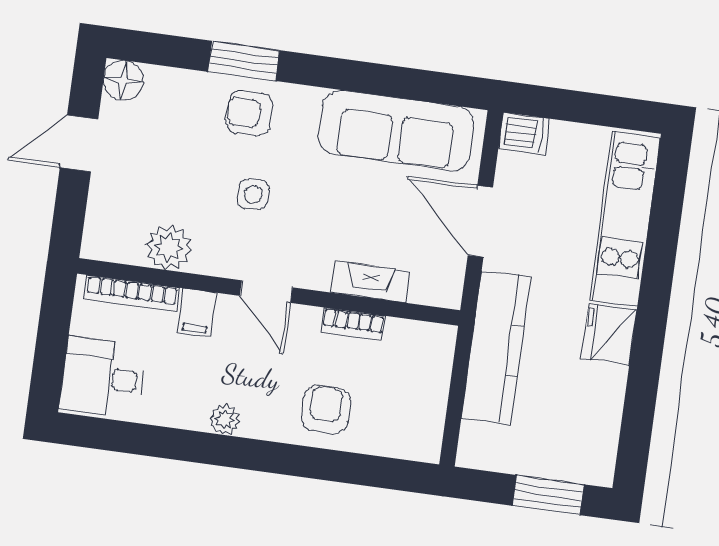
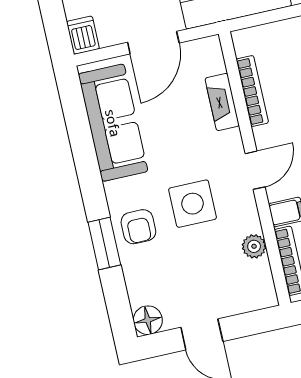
side table: (253, 194) -> (193, 204), width x1.87, depth x1.87
plant: (169, 247) -> (254, 246), width x0.73, depth x0.73
bookcase: (353, 324) -> (252, 91), width x1.56

